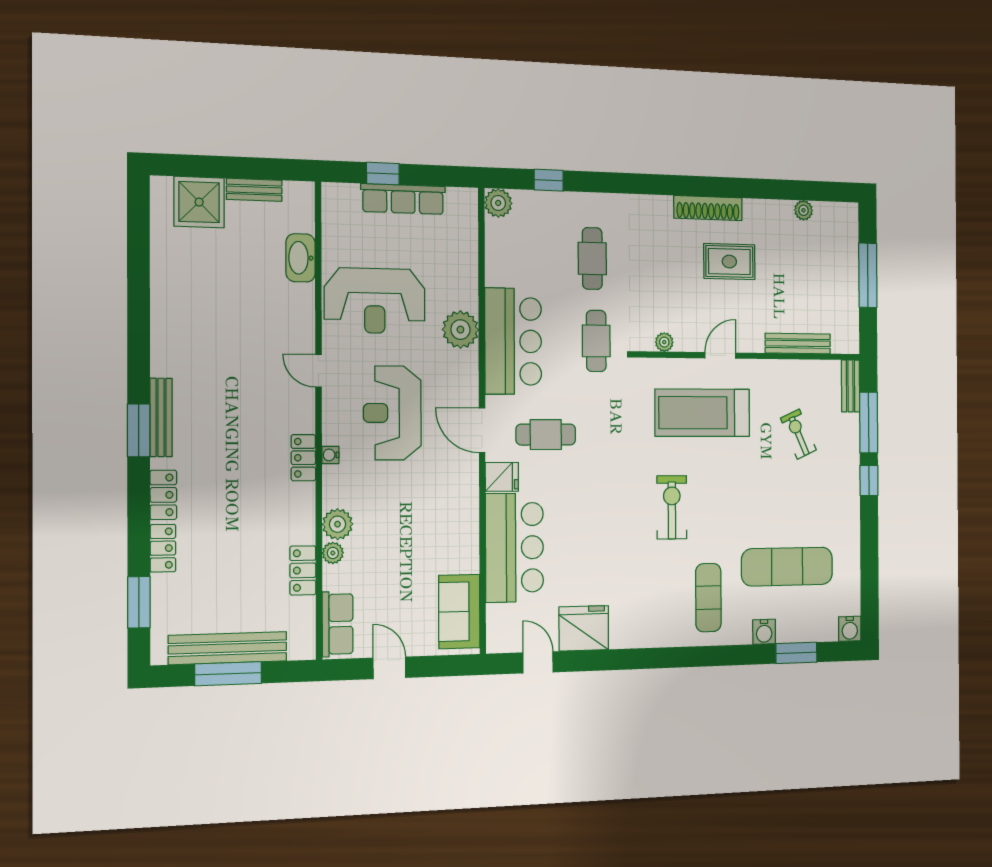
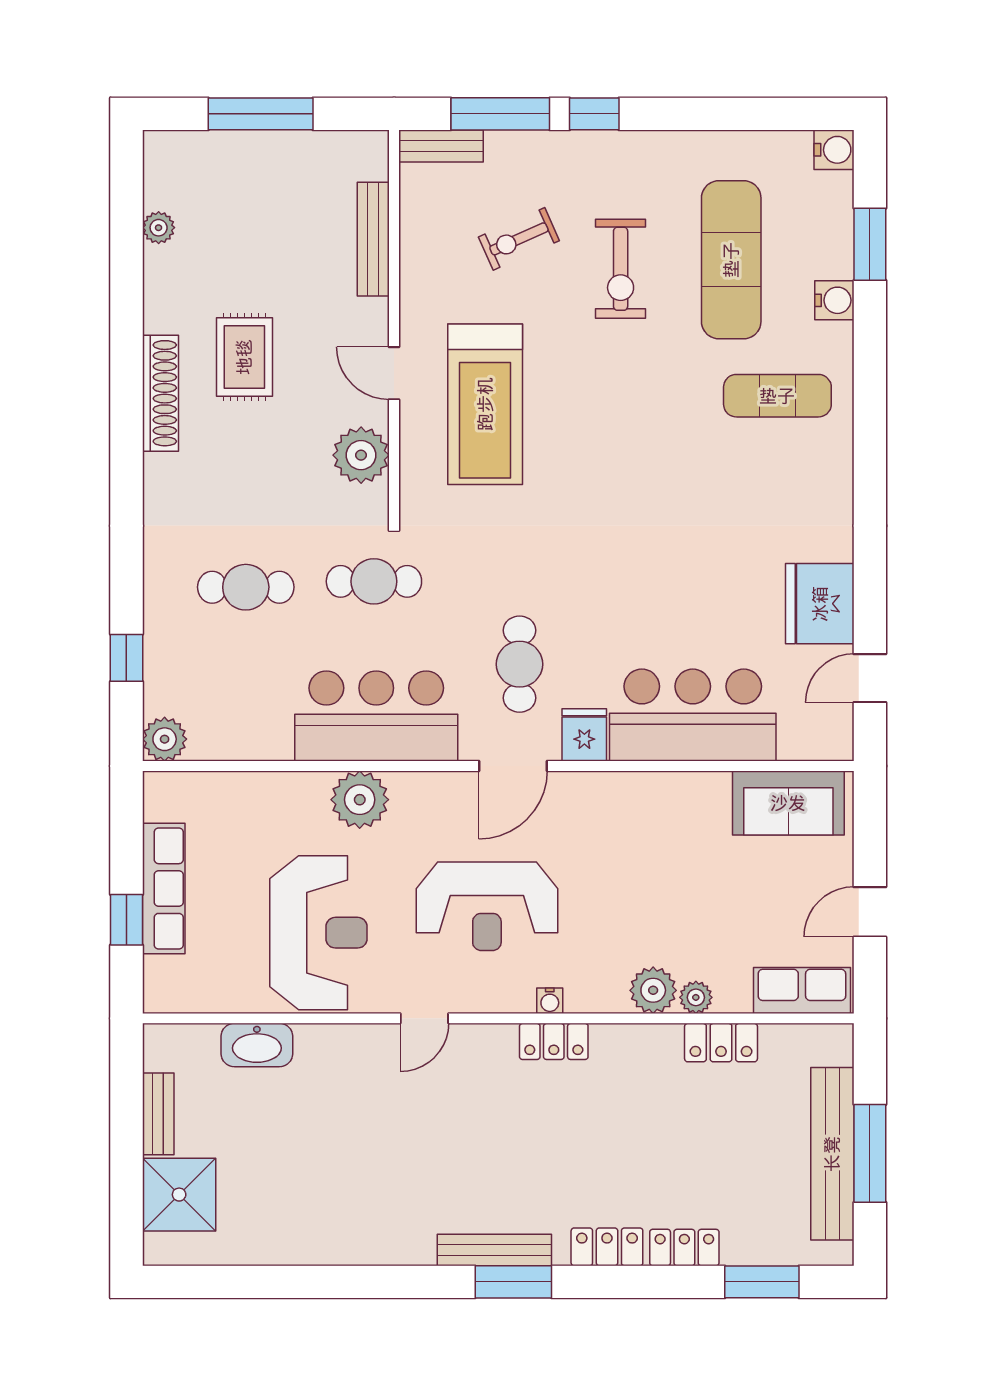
plant: (664, 342) -> (361, 455), width x1.88, depth x1.88
exercise bike: (672, 507) -> (621, 269), moved, turned -90

